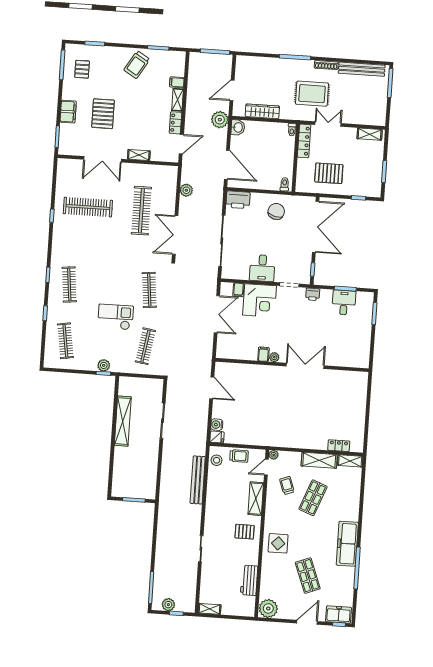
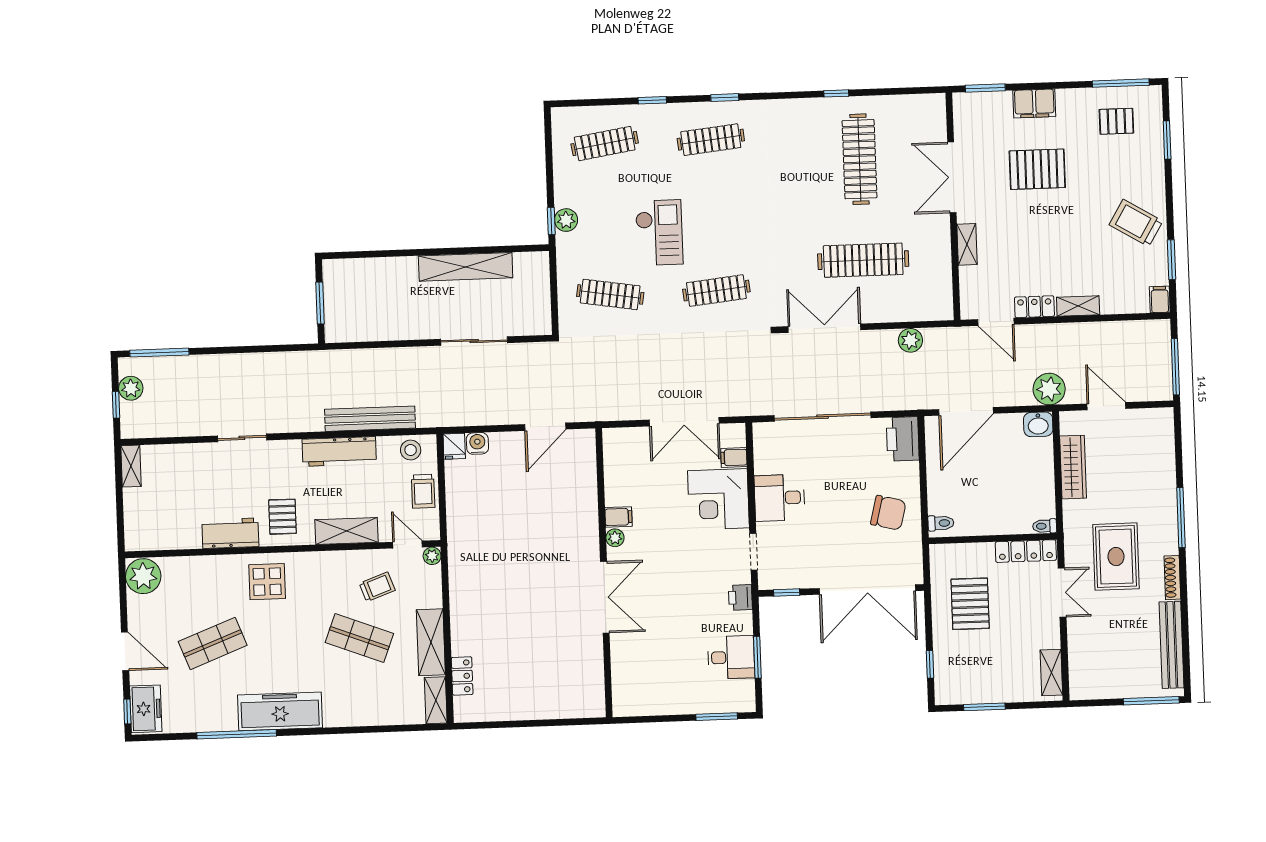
filing cabinet: (177, 82) -> (1160, 299), moved
workbench: (213, 498) -> (339, 451), added
workbench: (249, 580) -> (230, 533), moved

